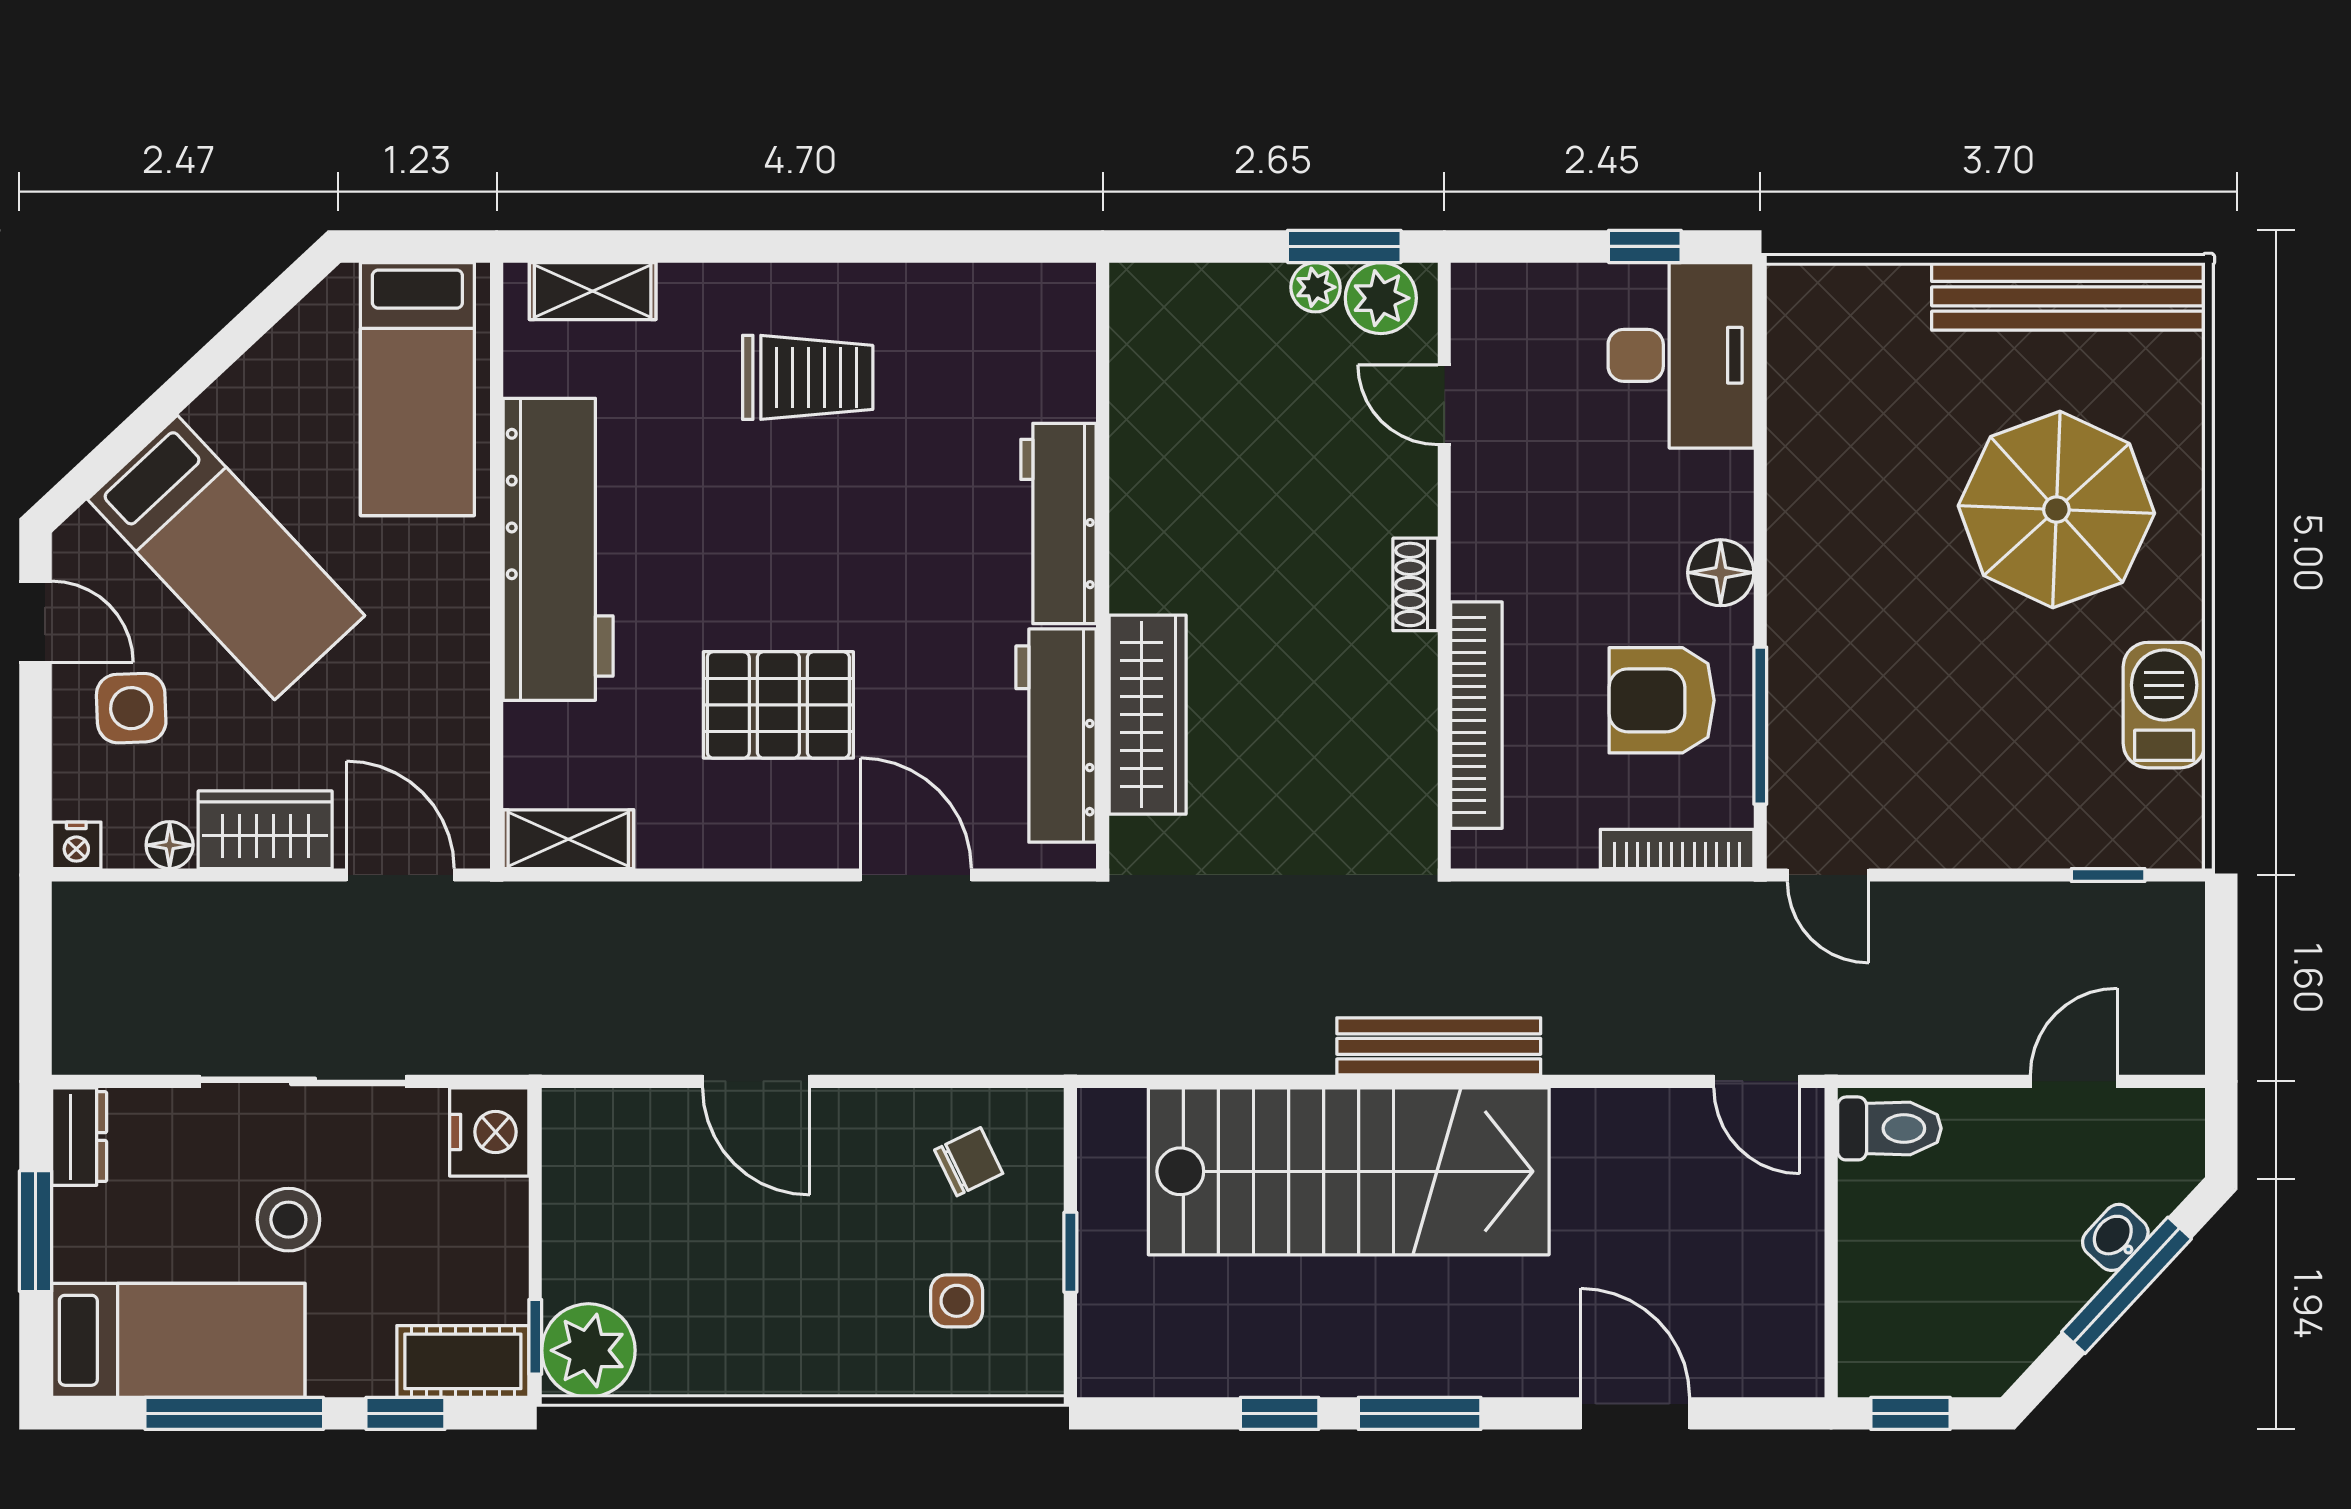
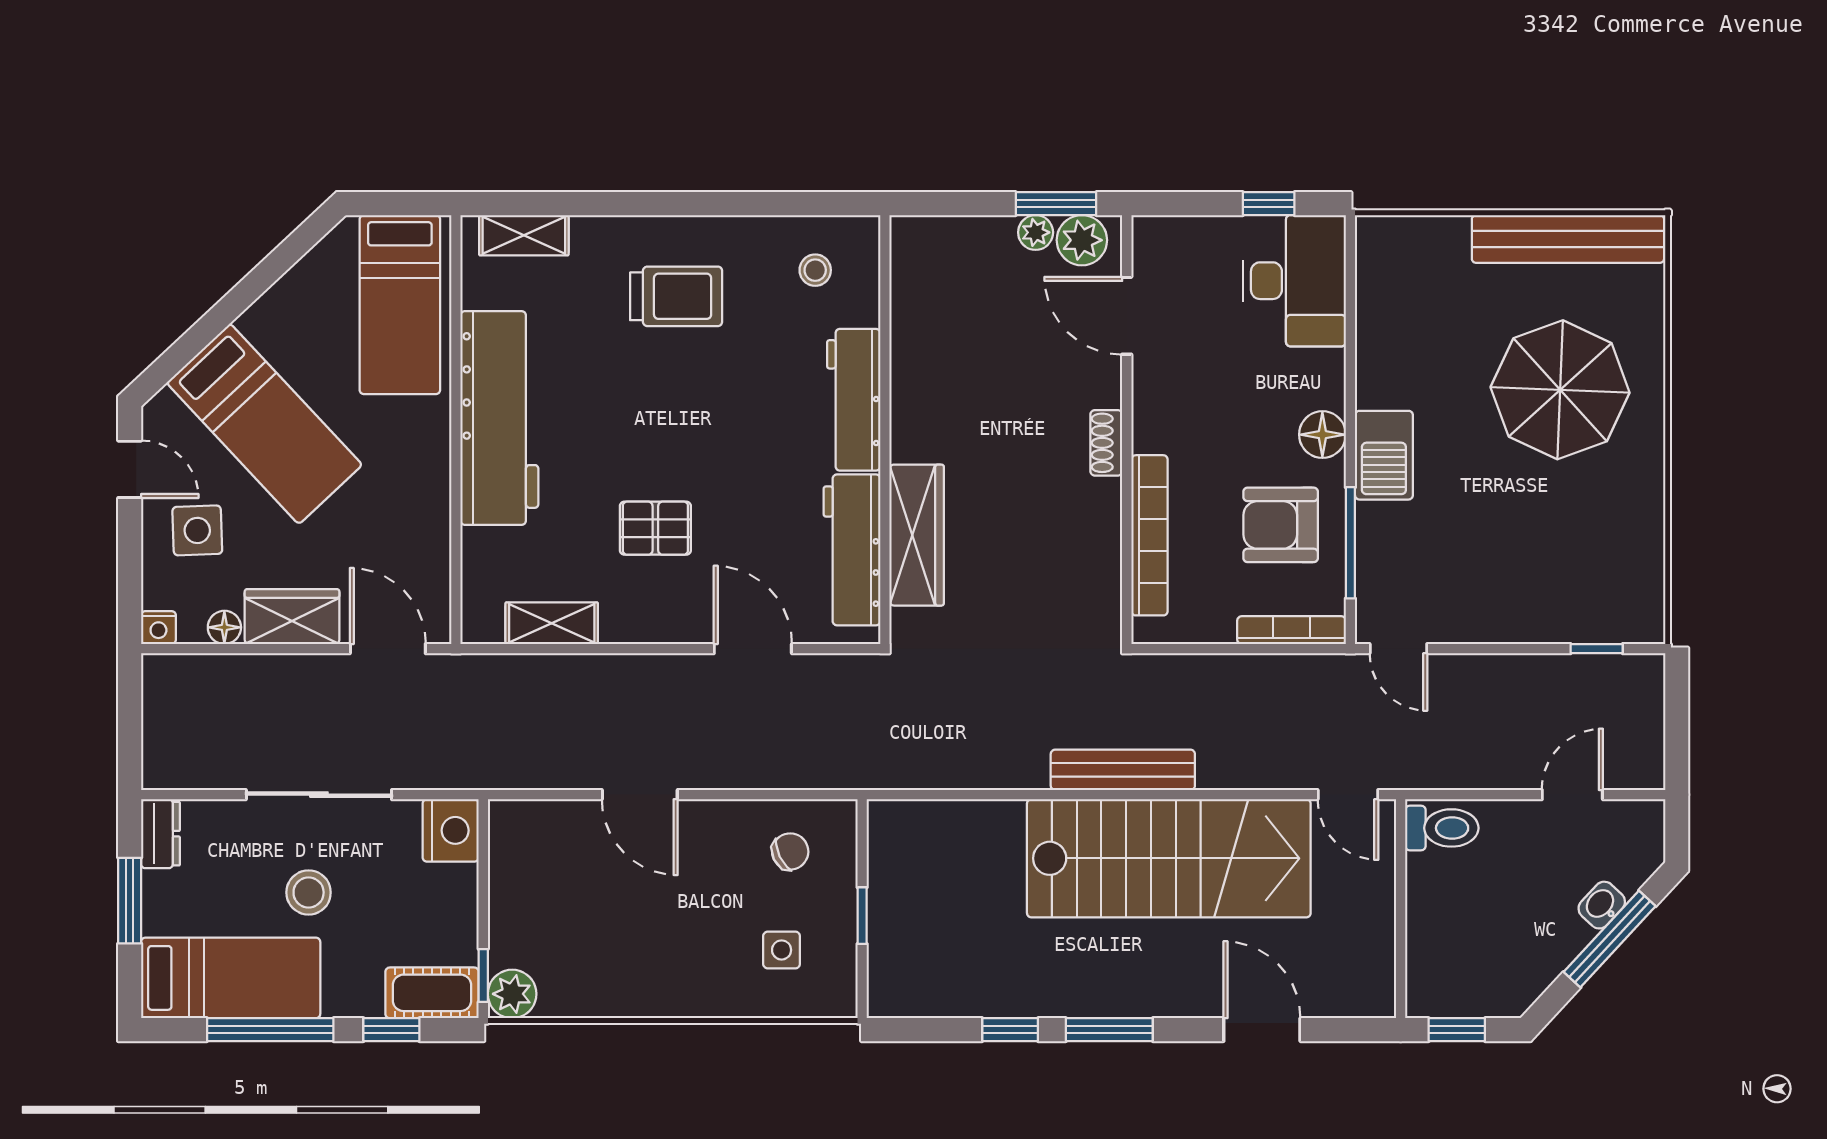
stool: (1004, 340) -> (815, 270), added
door: (1444, 405) -> (1127, 316), width x1.37
pallet: (778, 705) -> (655, 528), width x0.67, depth x0.71
barbecue: (2164, 705) -> (1384, 455), moved, turned 180
shelving: (568, 839) -> (552, 623), moved
stairs: (1349, 1171) -> (1169, 858), moved
plant: (588, 1350) -> (512, 994), width x0.73, depth x0.73

